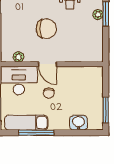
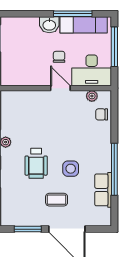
chair: (46, 29) -> (102, 114), moved, width x0.54, depth x0.54
washbasin: (79, 123) -> (49, 25), moved

